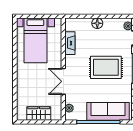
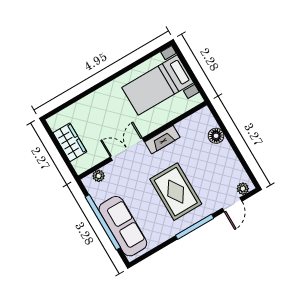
floor lamp: (97, 23) -> (216, 136), moved
fireplace: (70, 43) -> (162, 140), moved

